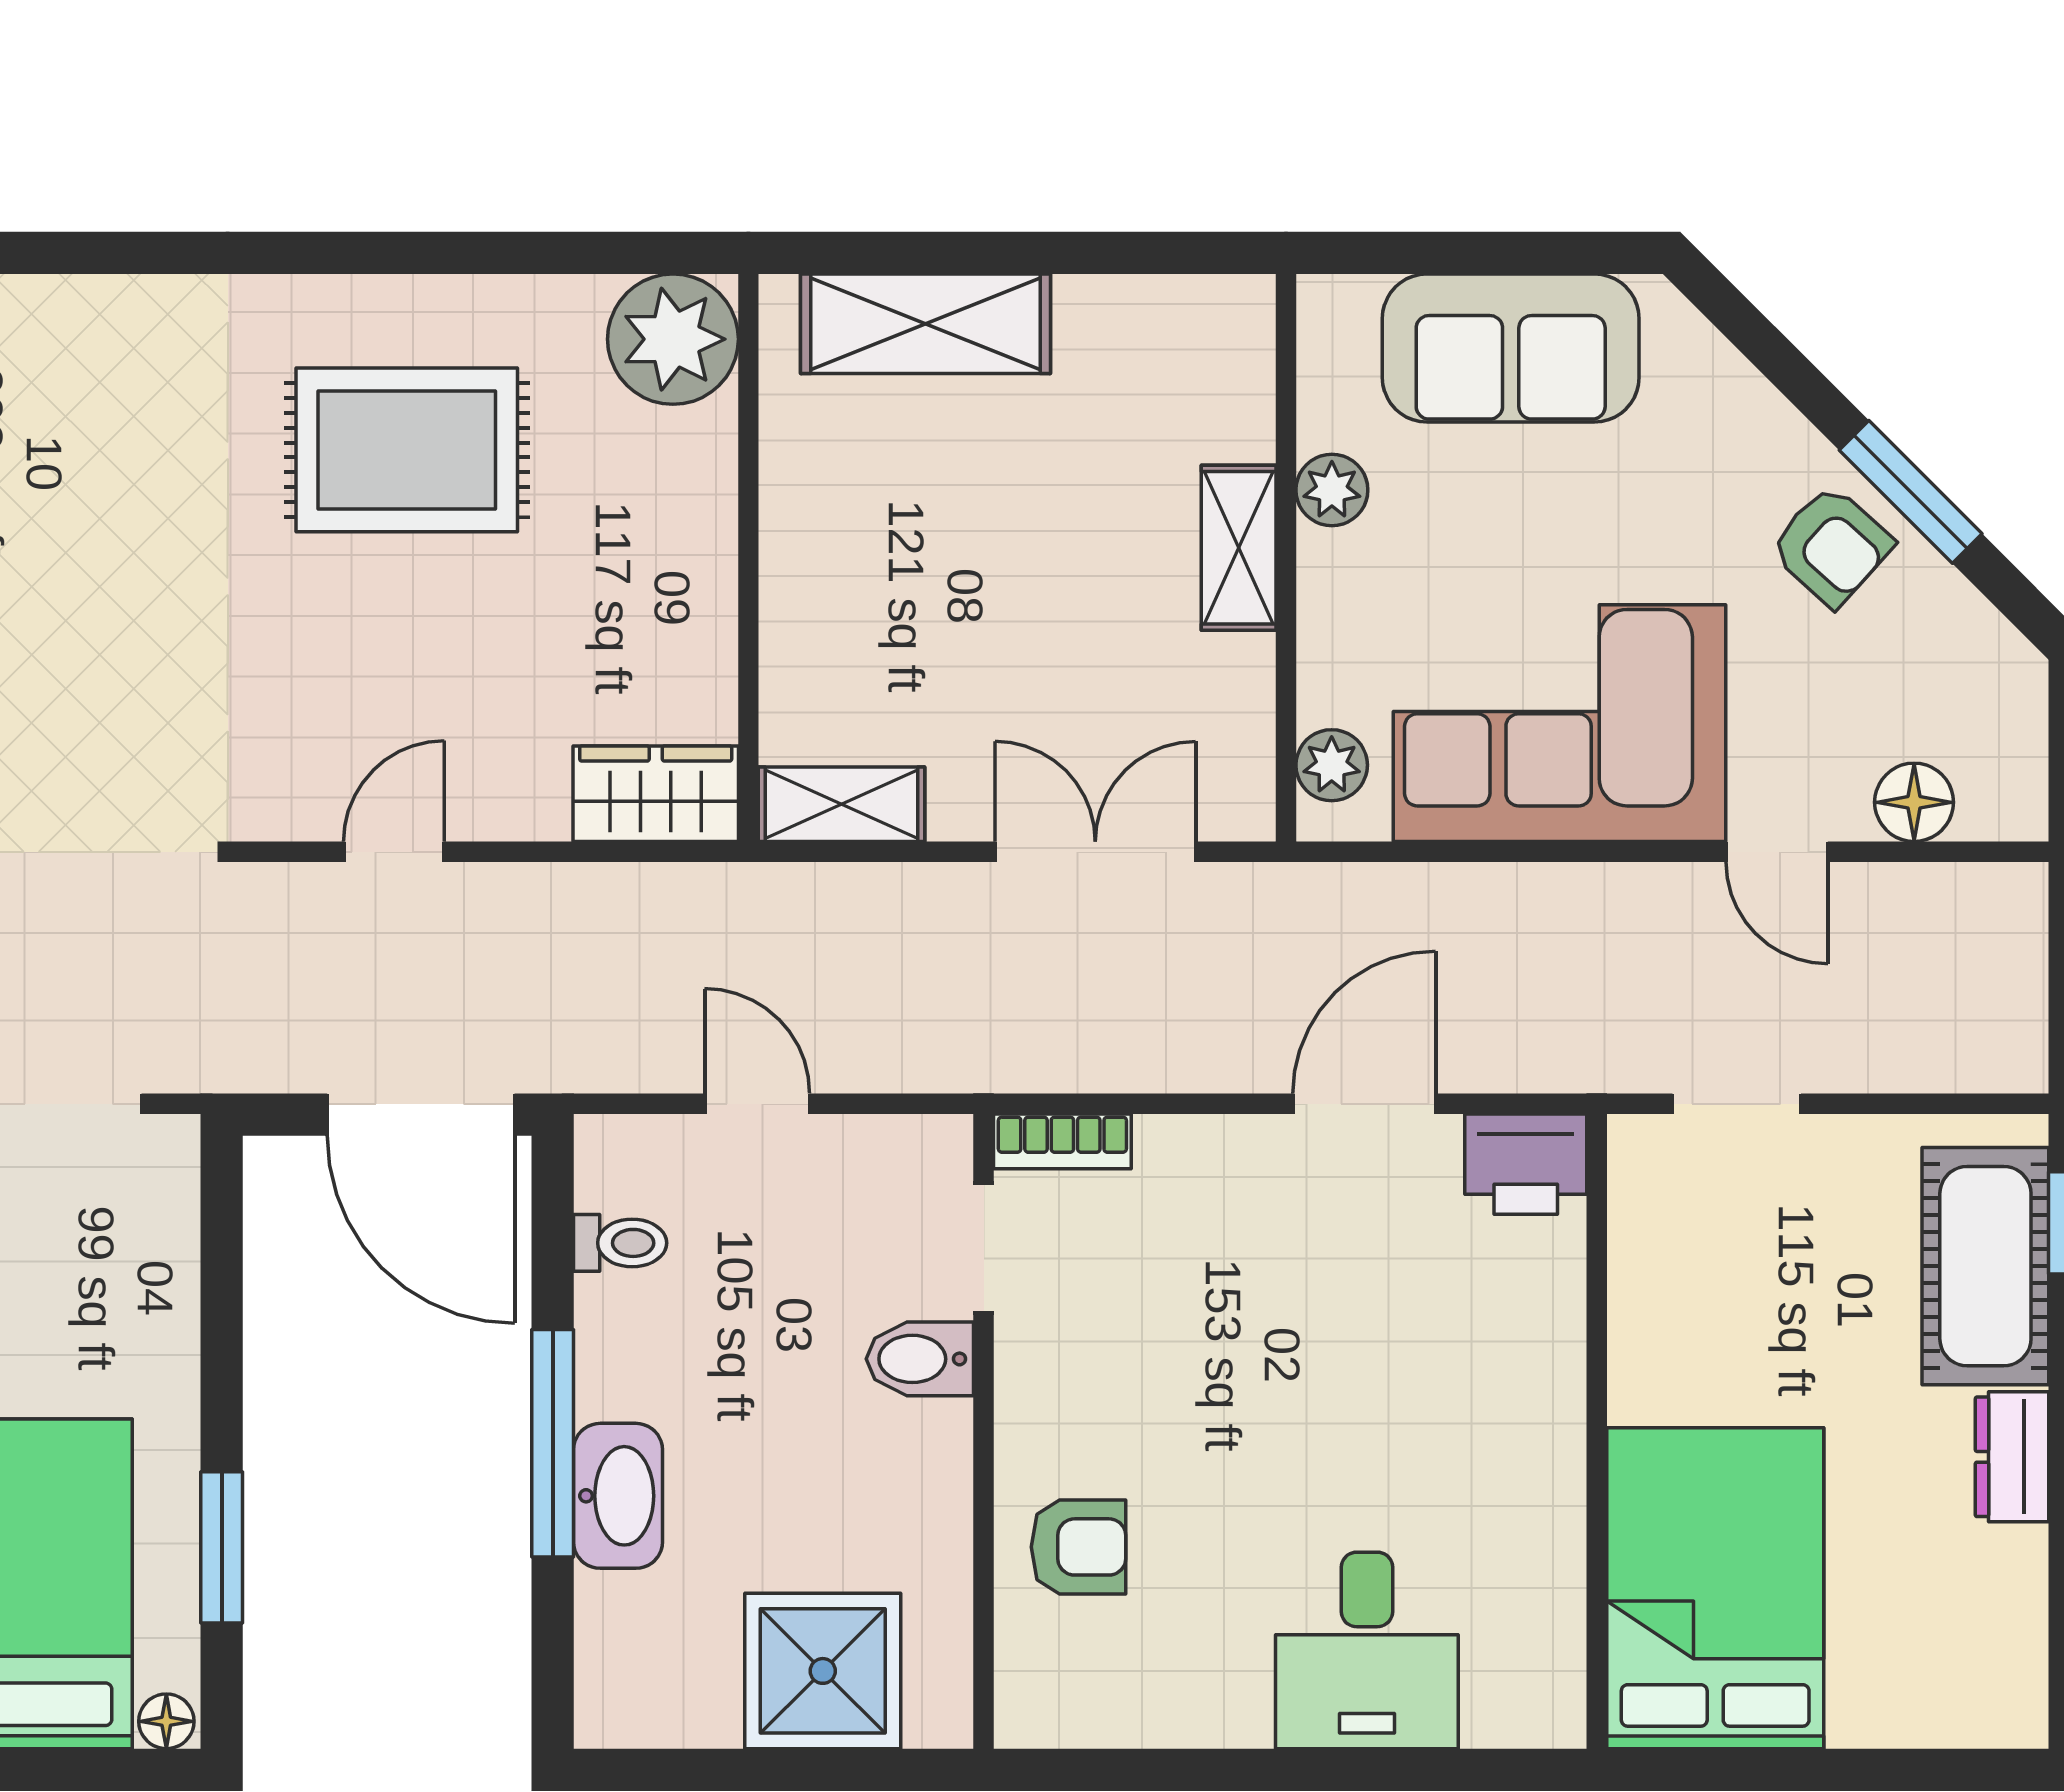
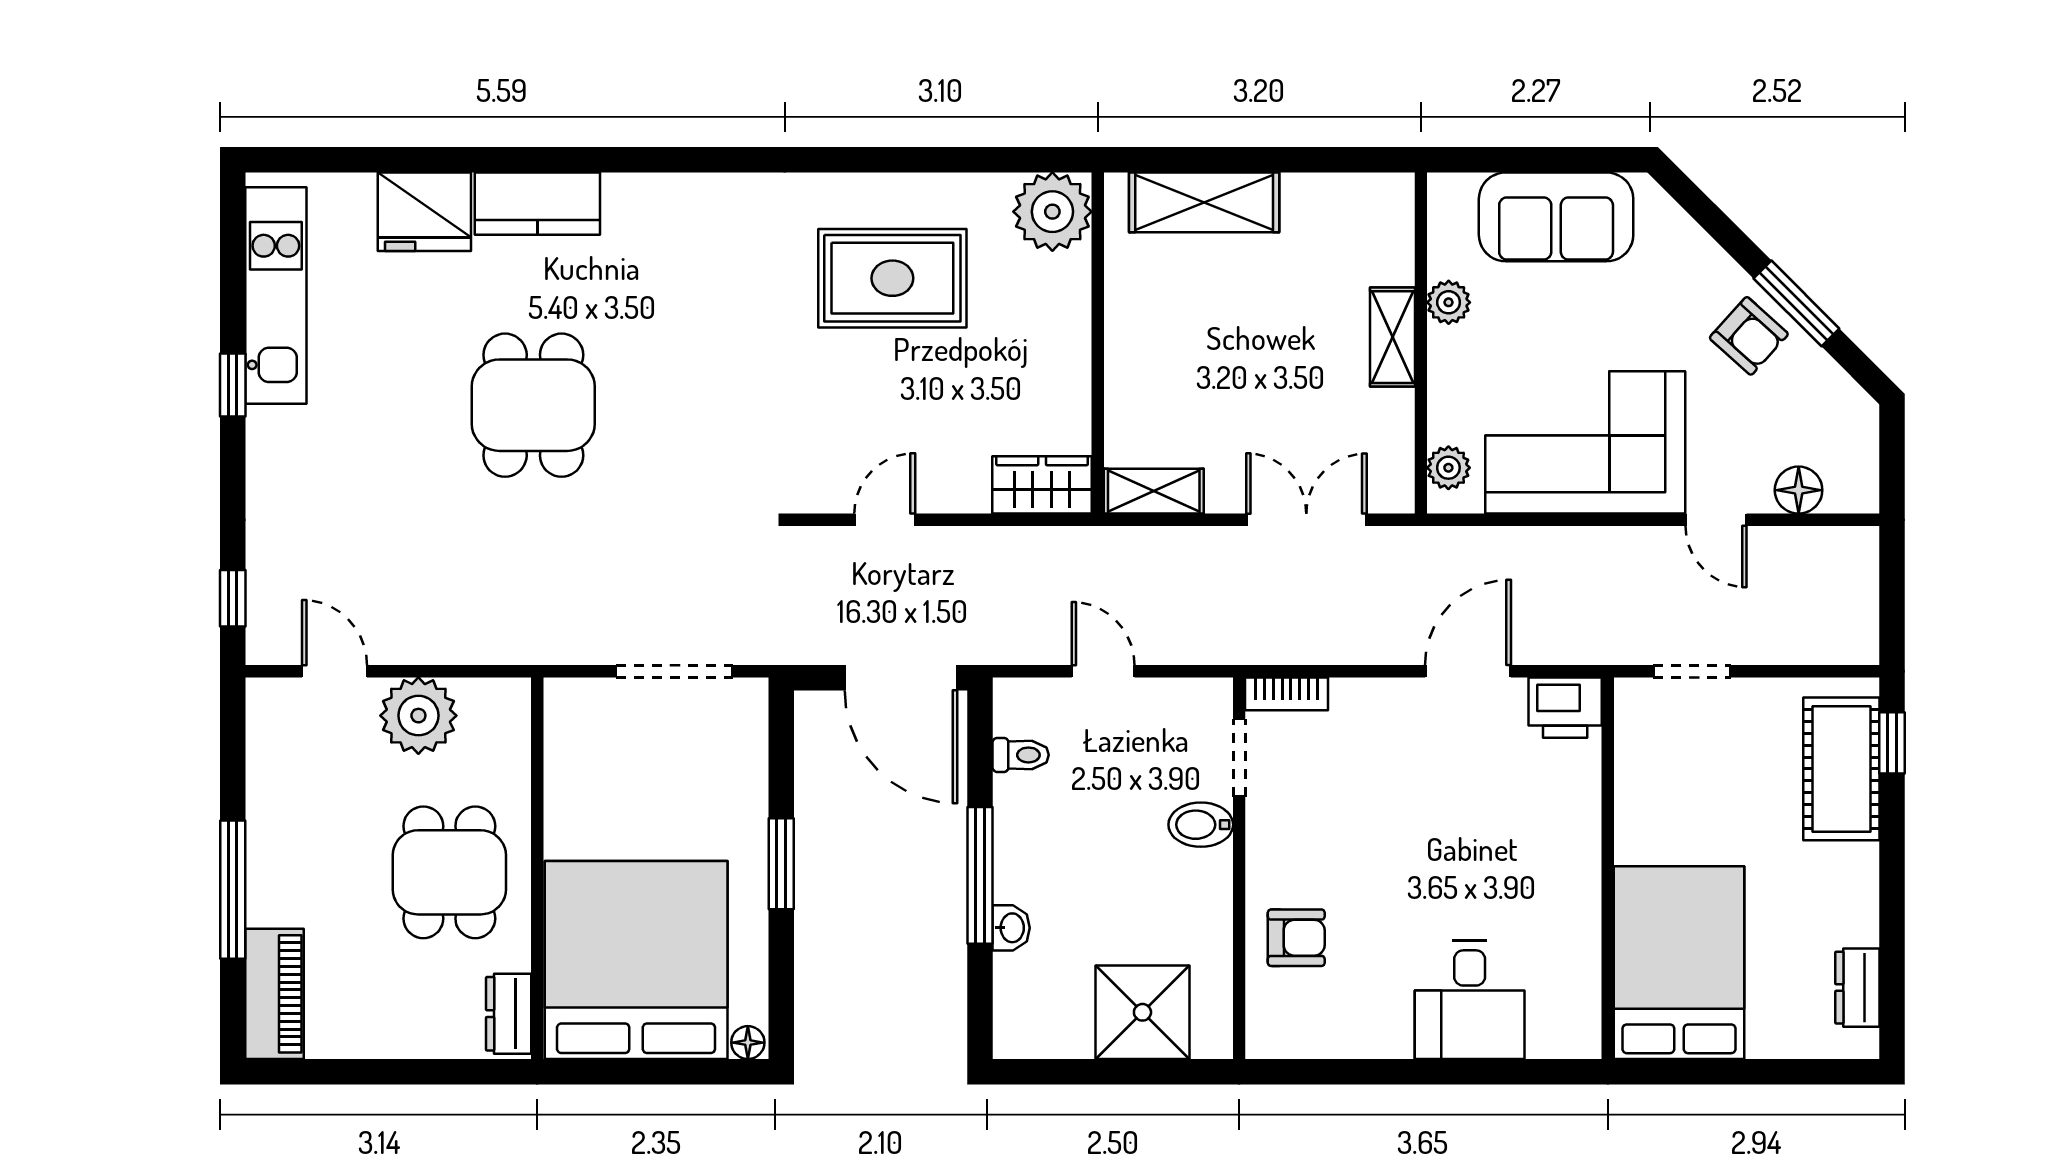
dresser: (2012, 1457) -> (1857, 988), moved
washbasin: (618, 1496) -> (1011, 928), width x0.52, depth x0.69
window: (222, 1547) -> (781, 864), moved

